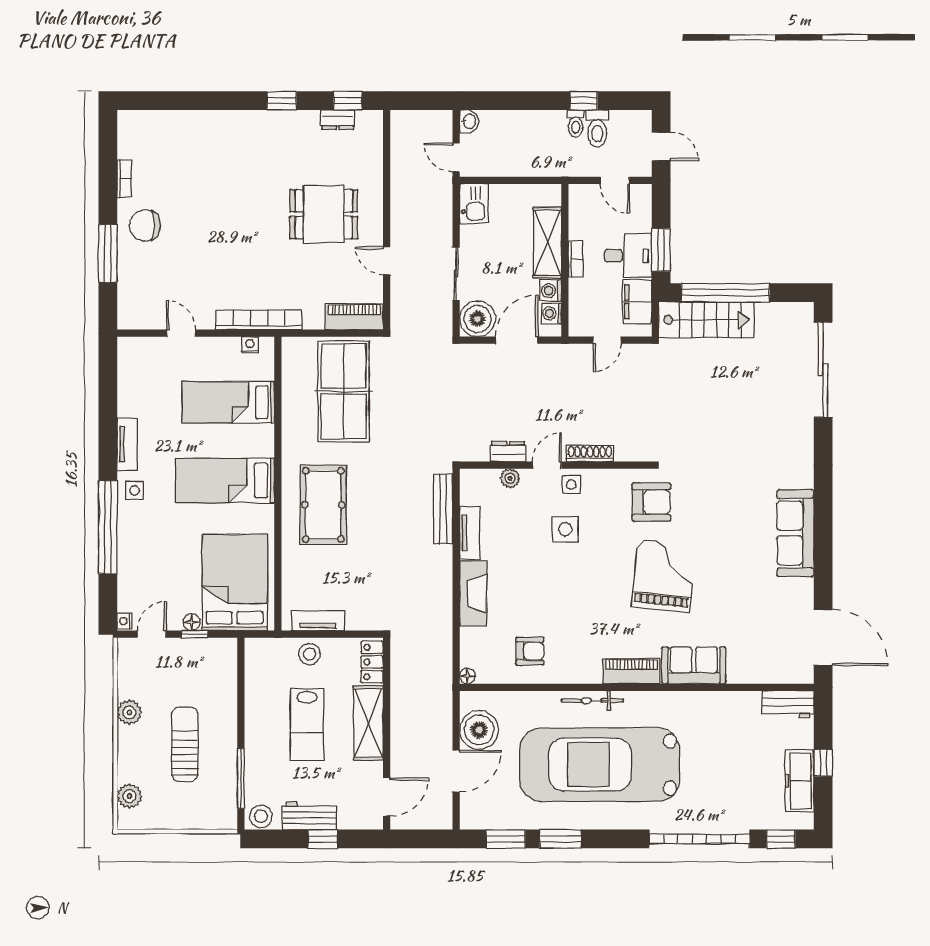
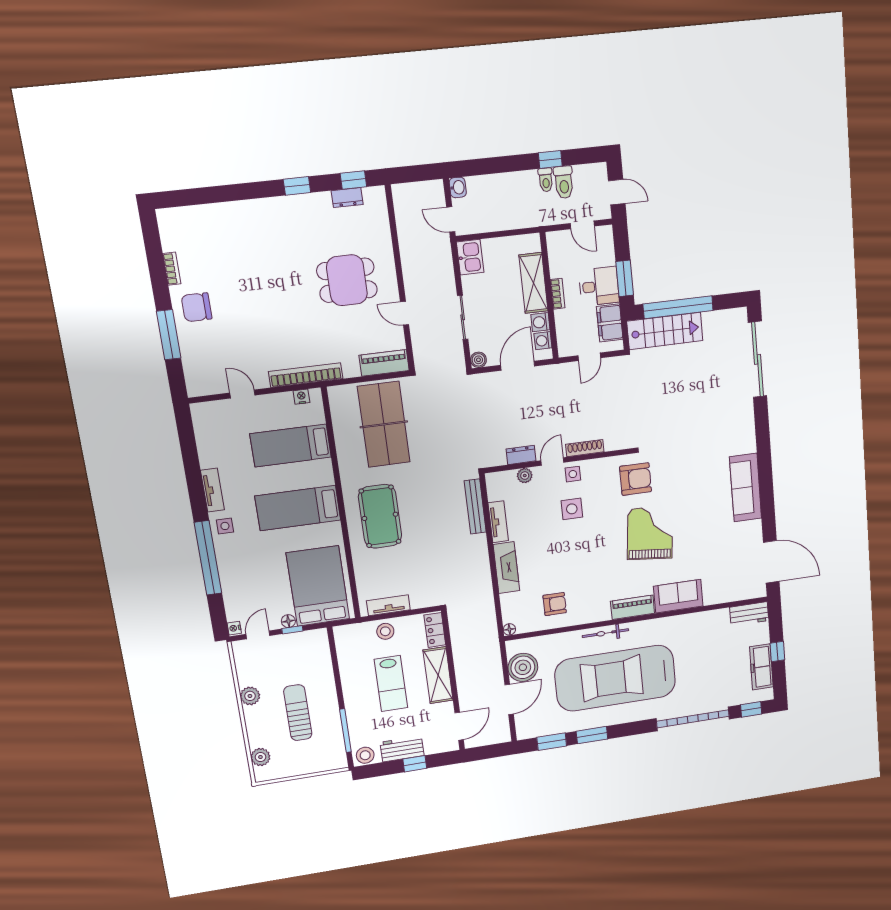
boiler: (477, 319) -> (478, 360), width x0.54, depth x0.54

